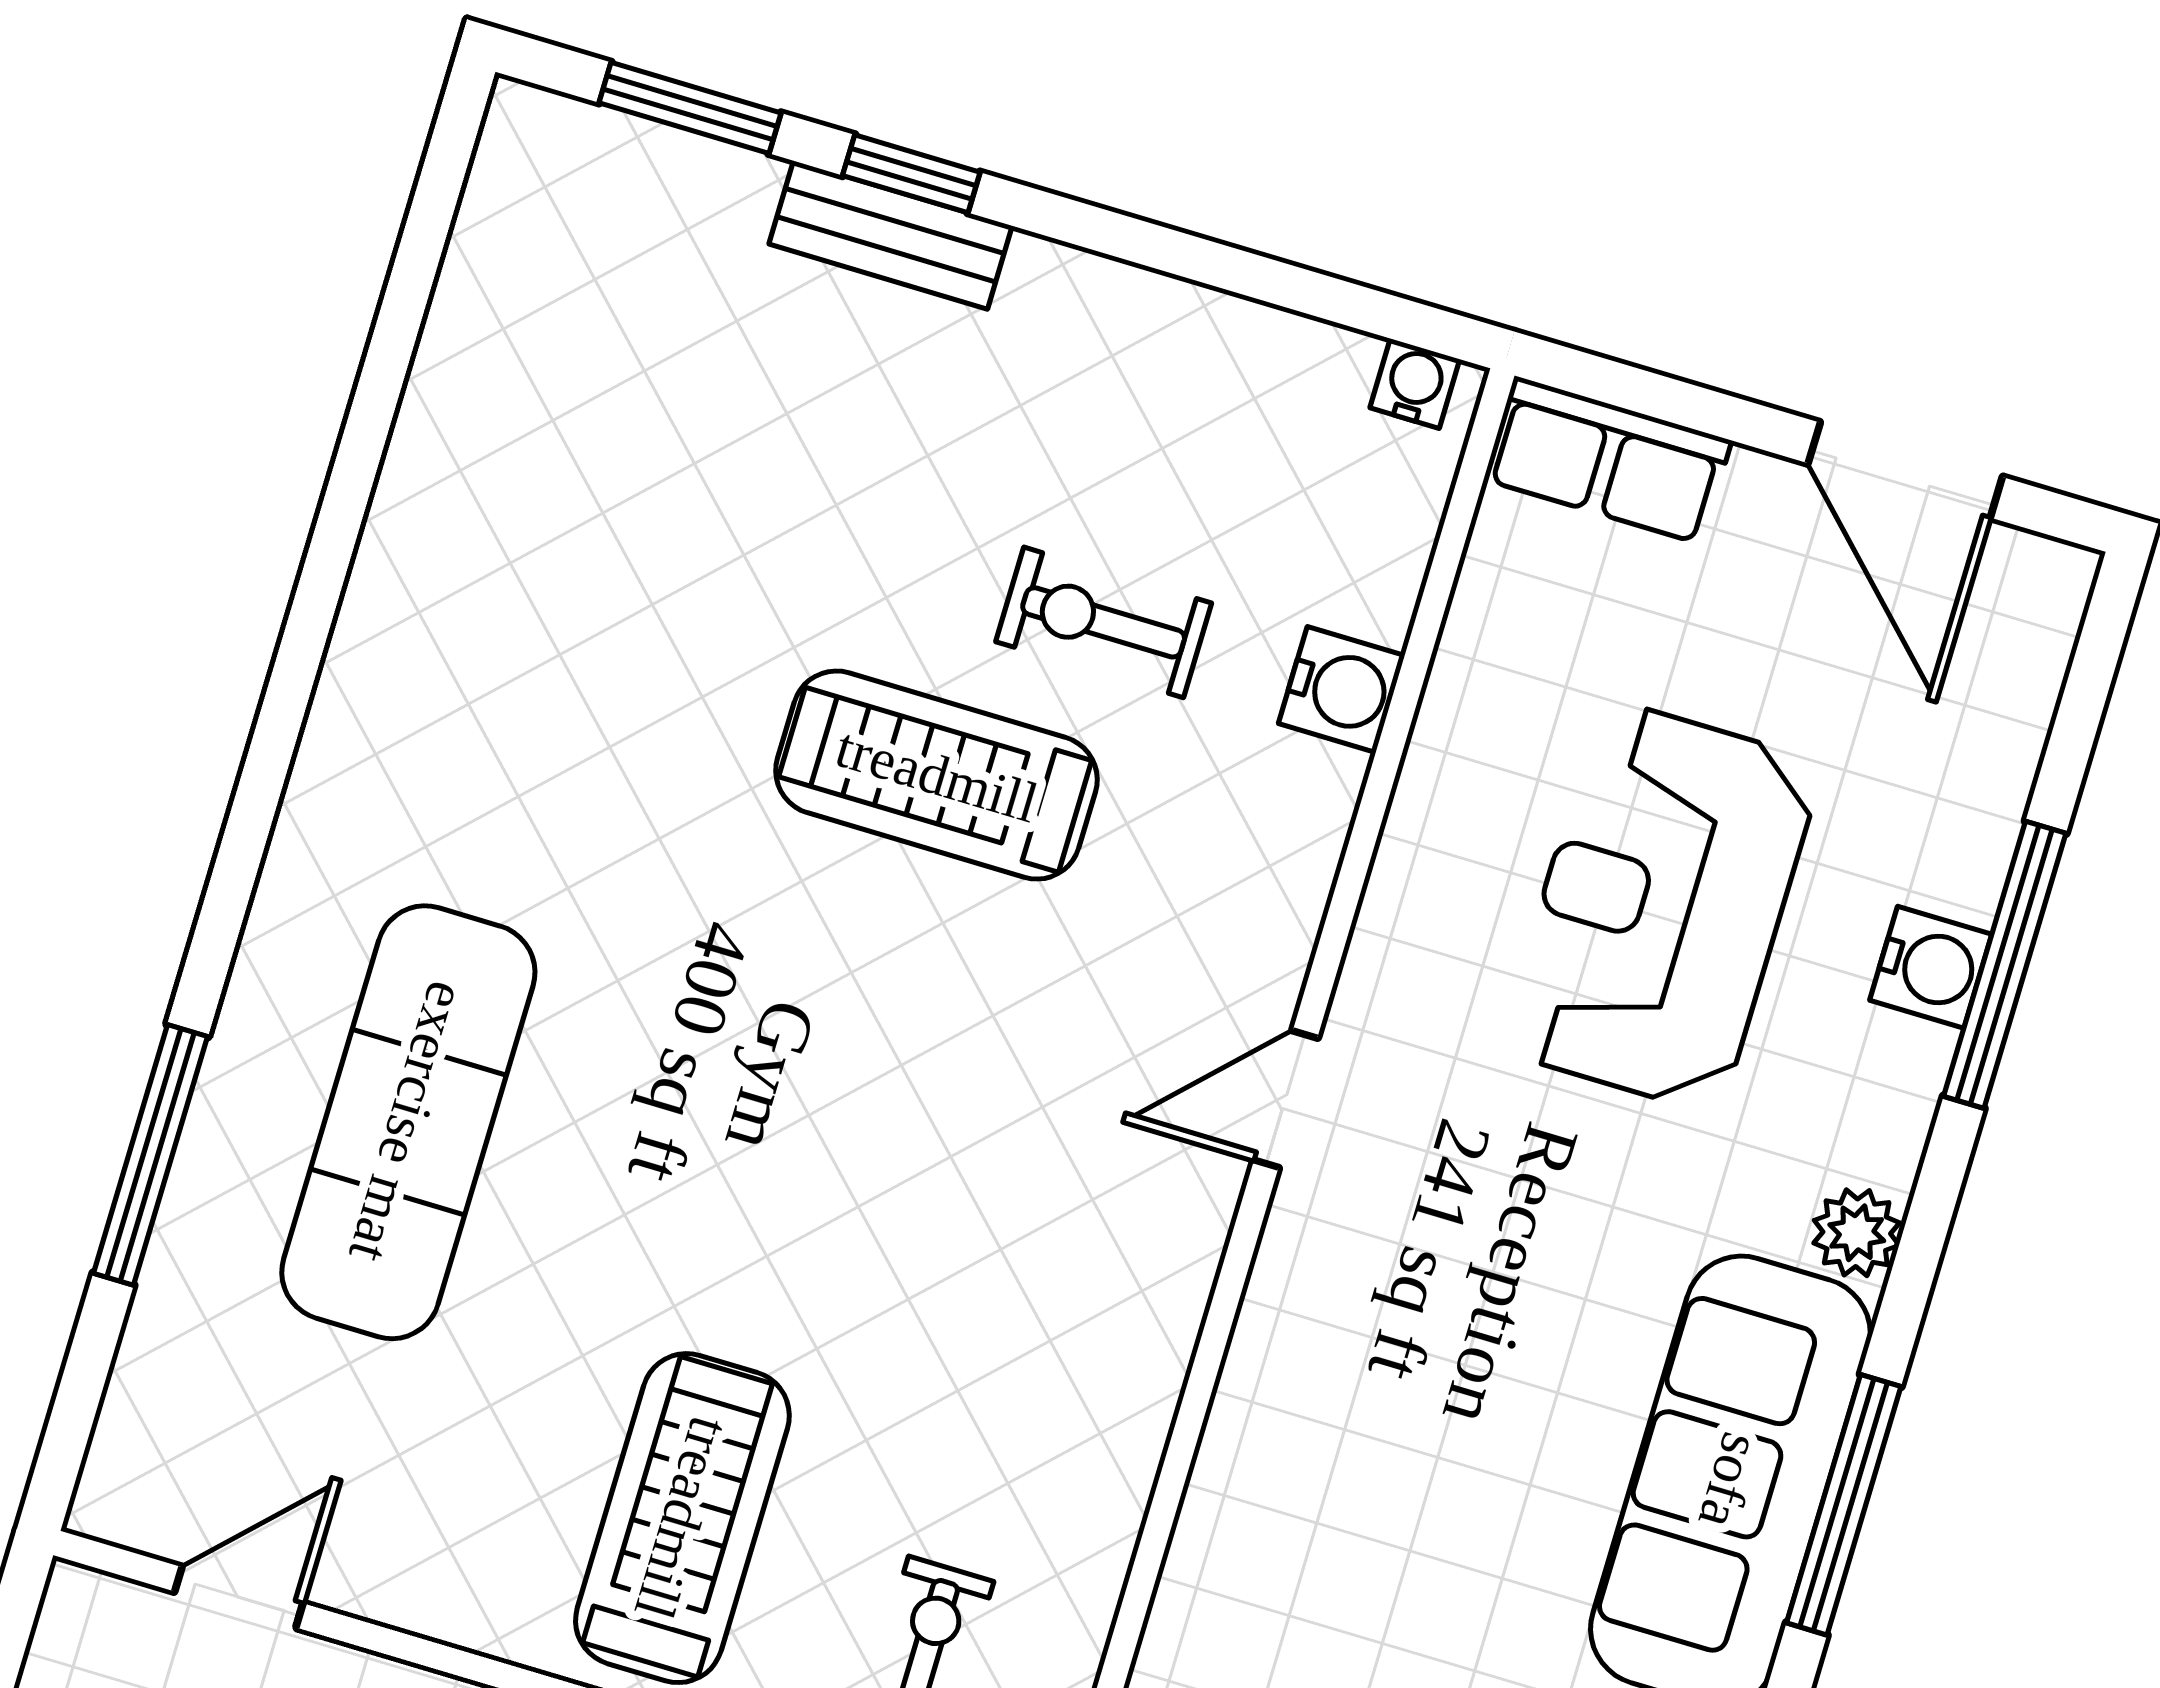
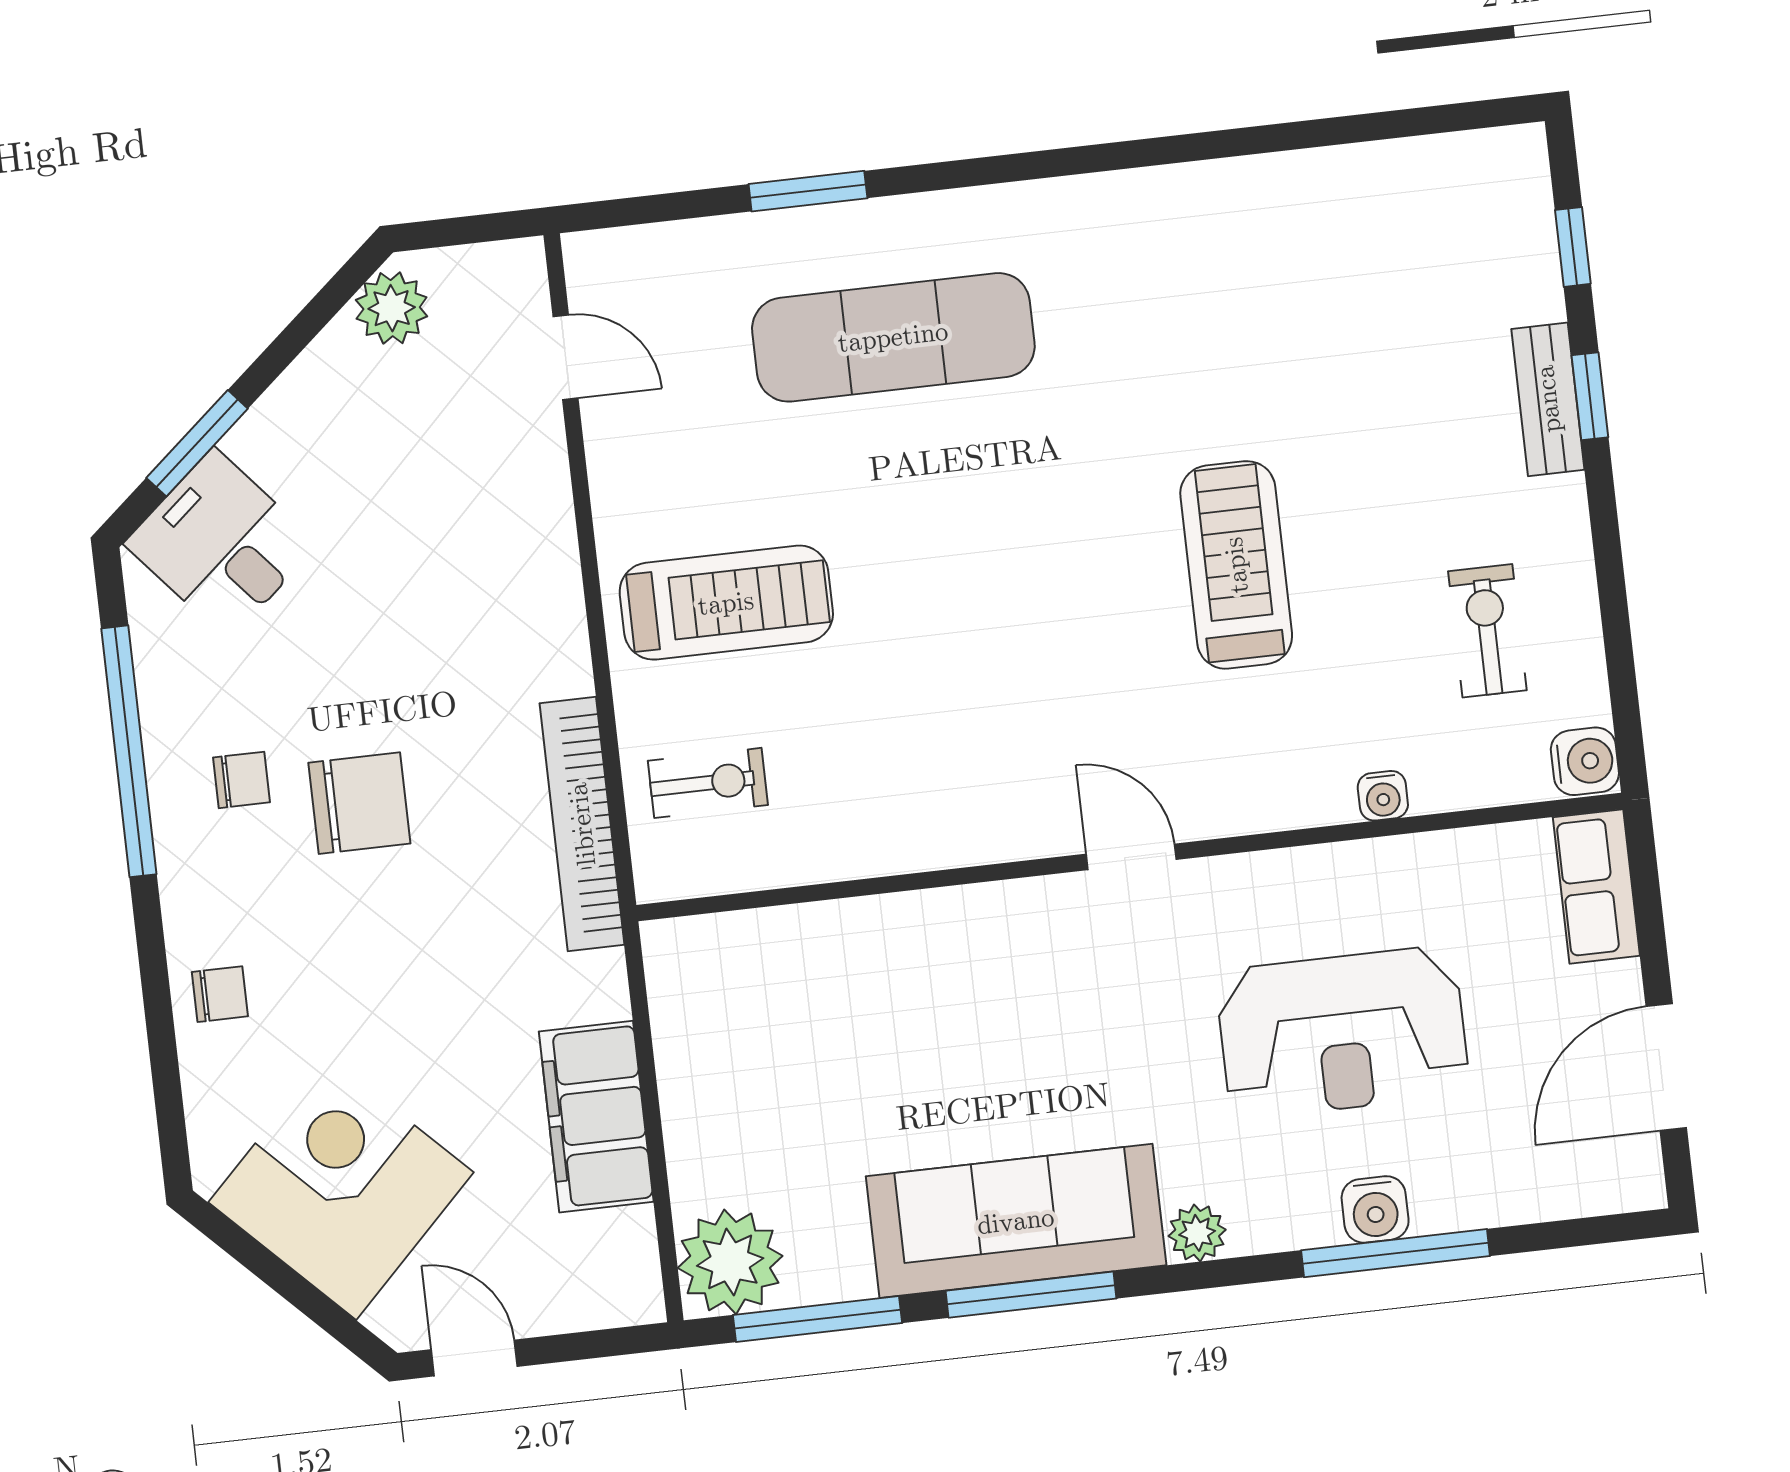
window: (690, 108) -> (1573, 247), width x0.67
water cooler: (1415, 384) -> (1585, 761), width x1.38, depth x1.38
exercise bike: (1104, 622) -> (1487, 631), moved
water cooler: (1342, 690) -> (1383, 796), width x0.72, depth x0.72
reception desk: (1661, 907) -> (1343, 1032), turned 180
window: (150, 1155) -> (808, 191), width x0.69

